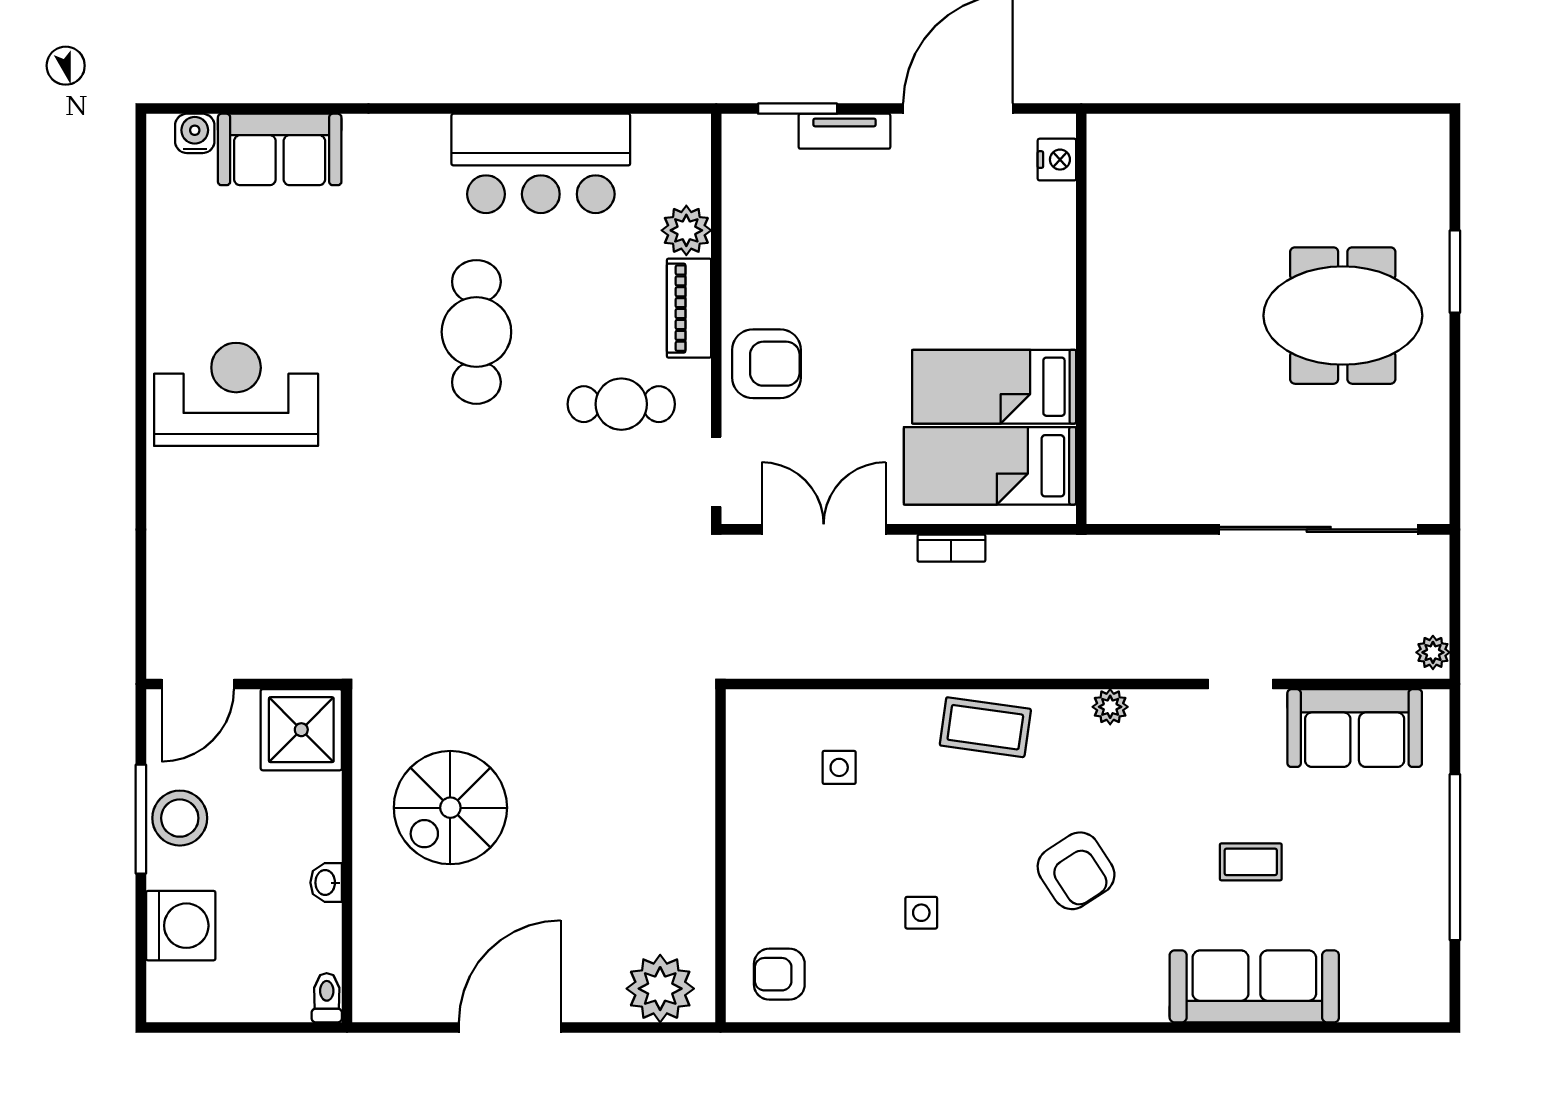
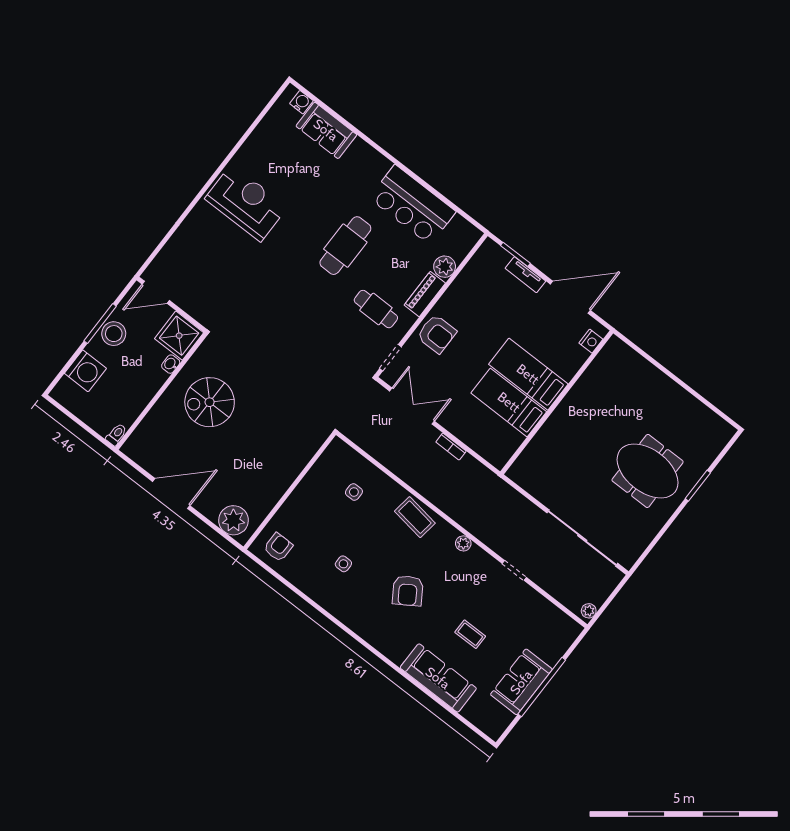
bed: (990, 466) -> (528, 374), moved
sofa: (1355, 728) -> (521, 682), moved, turned 90
washbasin: (326, 883) -> (171, 364), moved
armchair: (779, 974) -> (278, 547), turned 90

